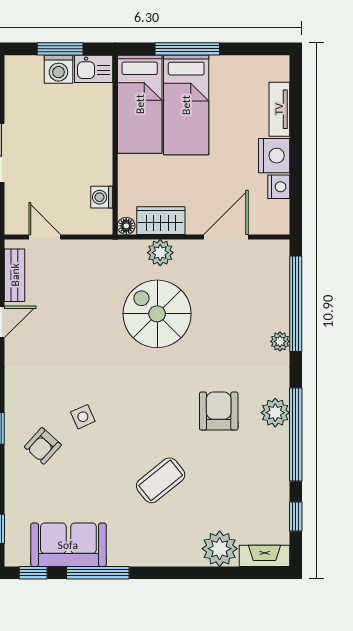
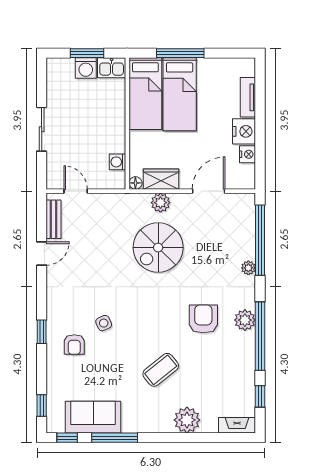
spiral stairs: (157, 314) -> (158, 248), turned -90
armchair: (43, 446) -> (74, 344), turned -42
plant: (220, 549) -> (187, 420), moved

